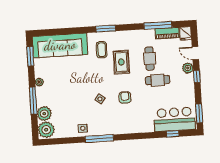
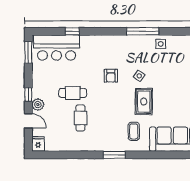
window: (158, 25) -> (69, 155), removed
window: (106, 29) -> (114, 155), moved
piano: (167, 33) -> (59, 145), removed
rug: (121, 62) -> (144, 102), moved
window: (173, 134) -> (72, 31), moved

